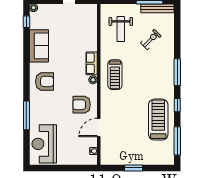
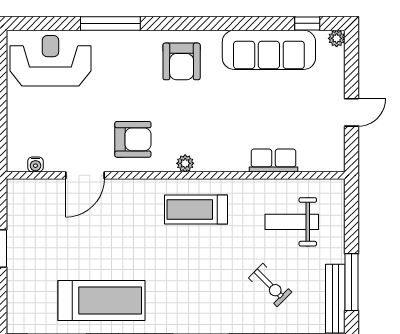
sofa: (39, 46) -> (269, 50), width x1.36
row of seats: (92, 63) -> (273, 161), moved
armchair: (82, 105) -> (133, 139), turned 90
door: (99, 127) -> (85, 175), swing flipped

